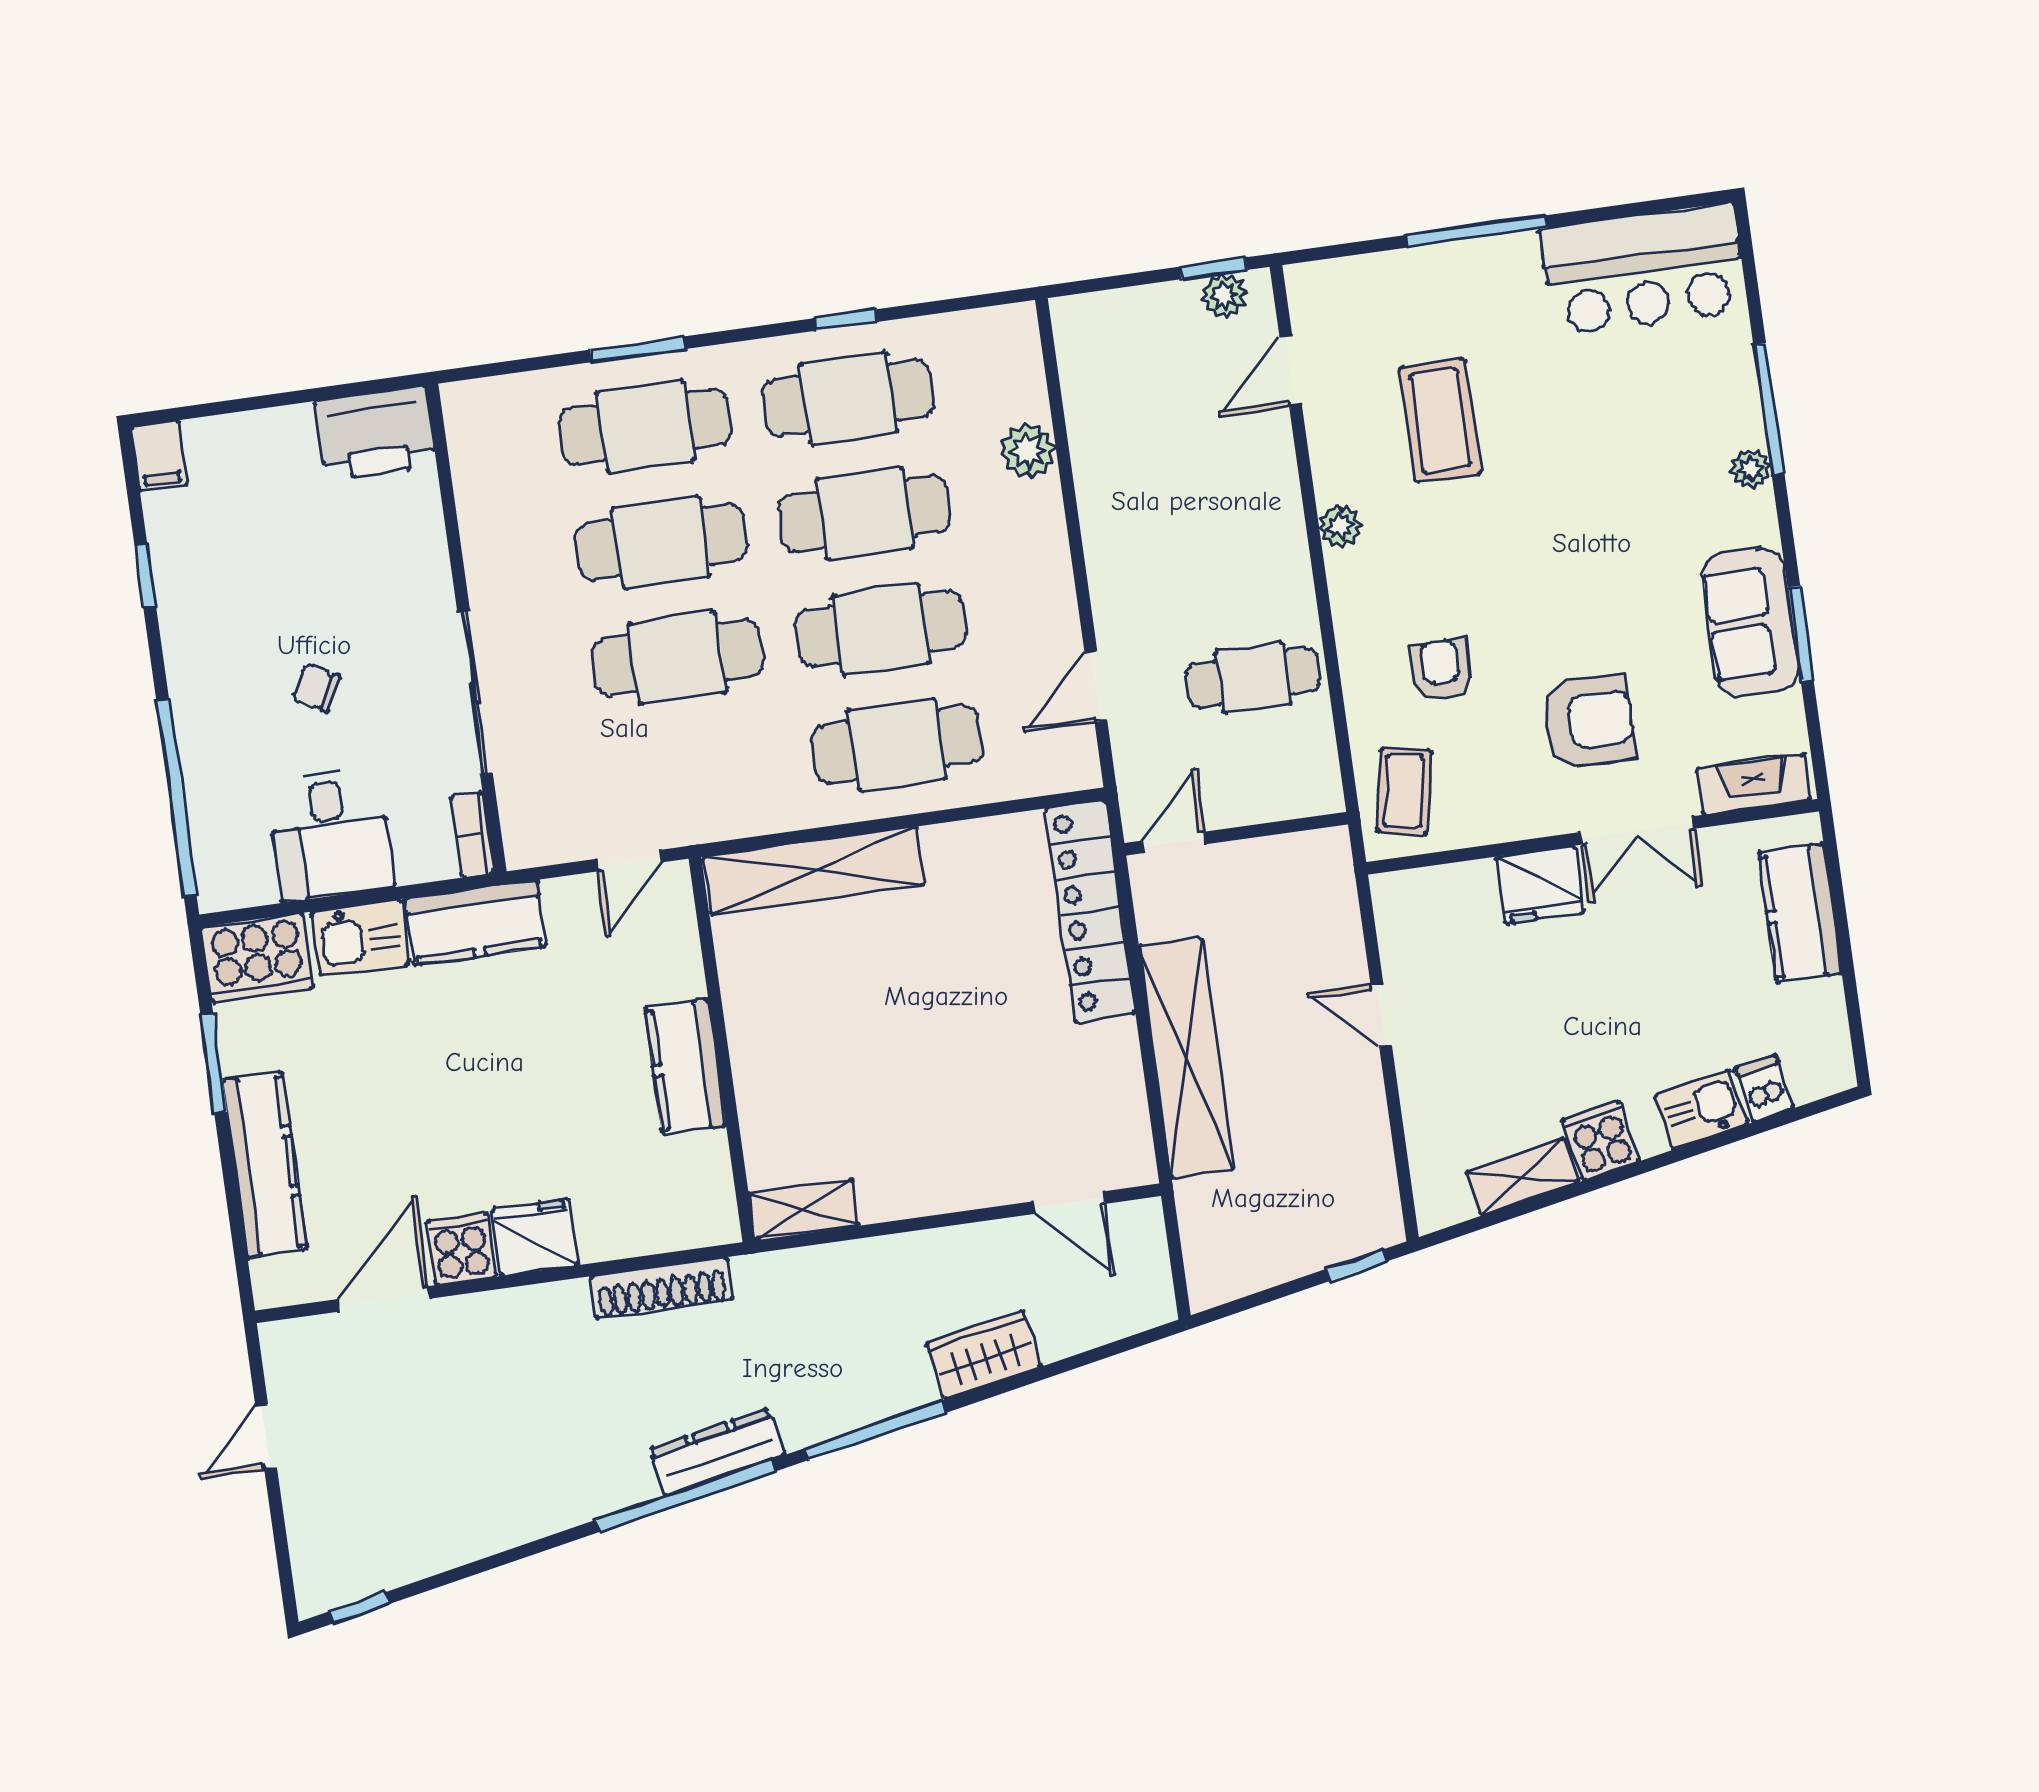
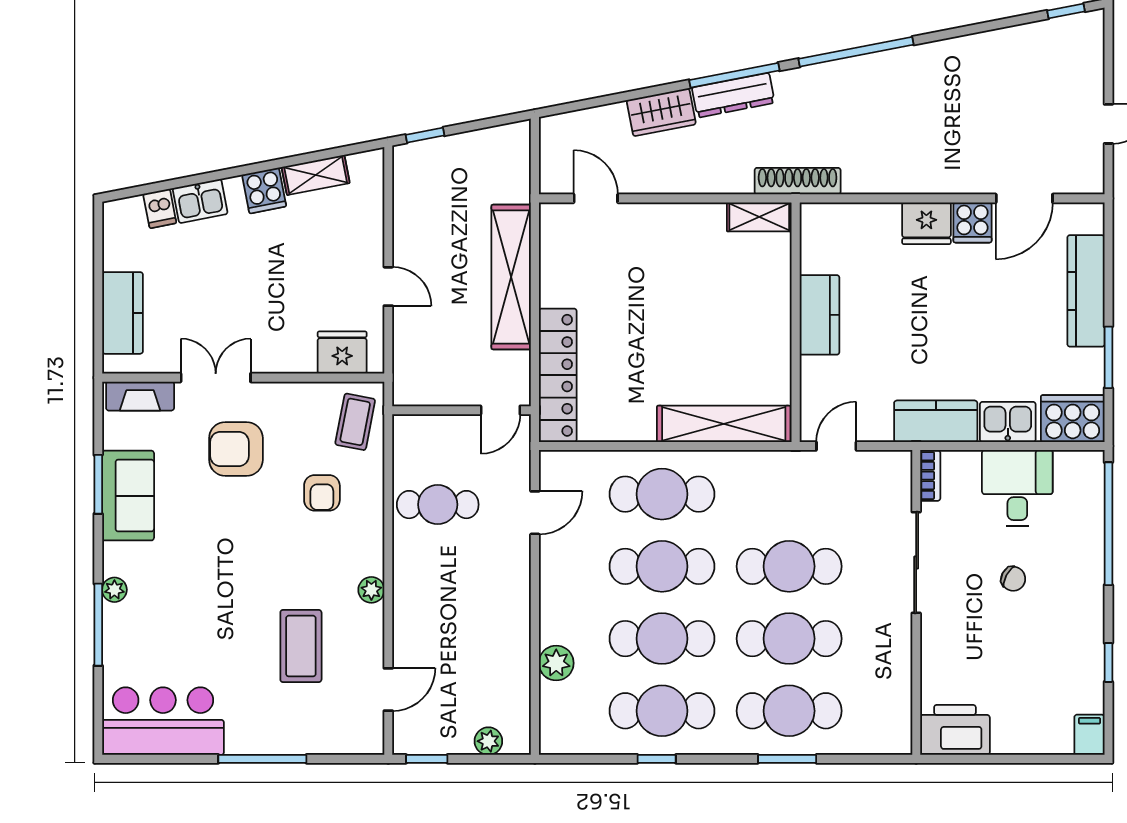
plant: (1224, 296) -> (488, 741), moved
fridge: (1540, 885) -> (342, 353), moved
shoe rack: (661, 1288) -> (798, 181), moved
dresser: (717, 1452) -> (733, 95), moved

